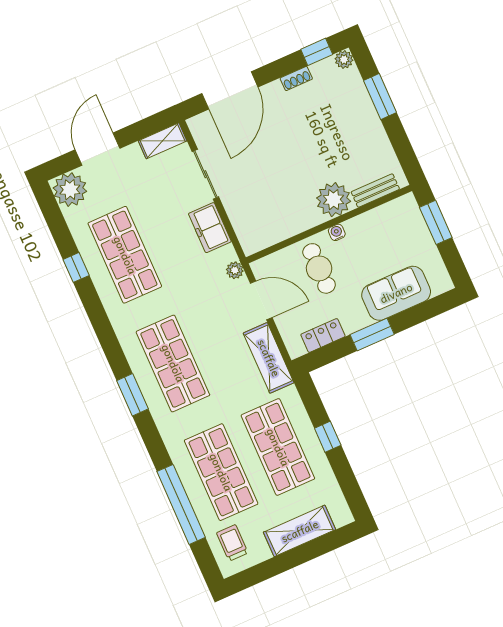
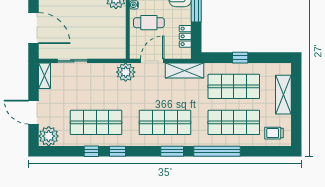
freezer: (210, 228) -> (102, 71), removed
plant: (235, 270) -> (126, 72), width x1.88, depth x1.88
window: (94, 309) -> (117, 151), added
window: (181, 504) -> (217, 151), moved

